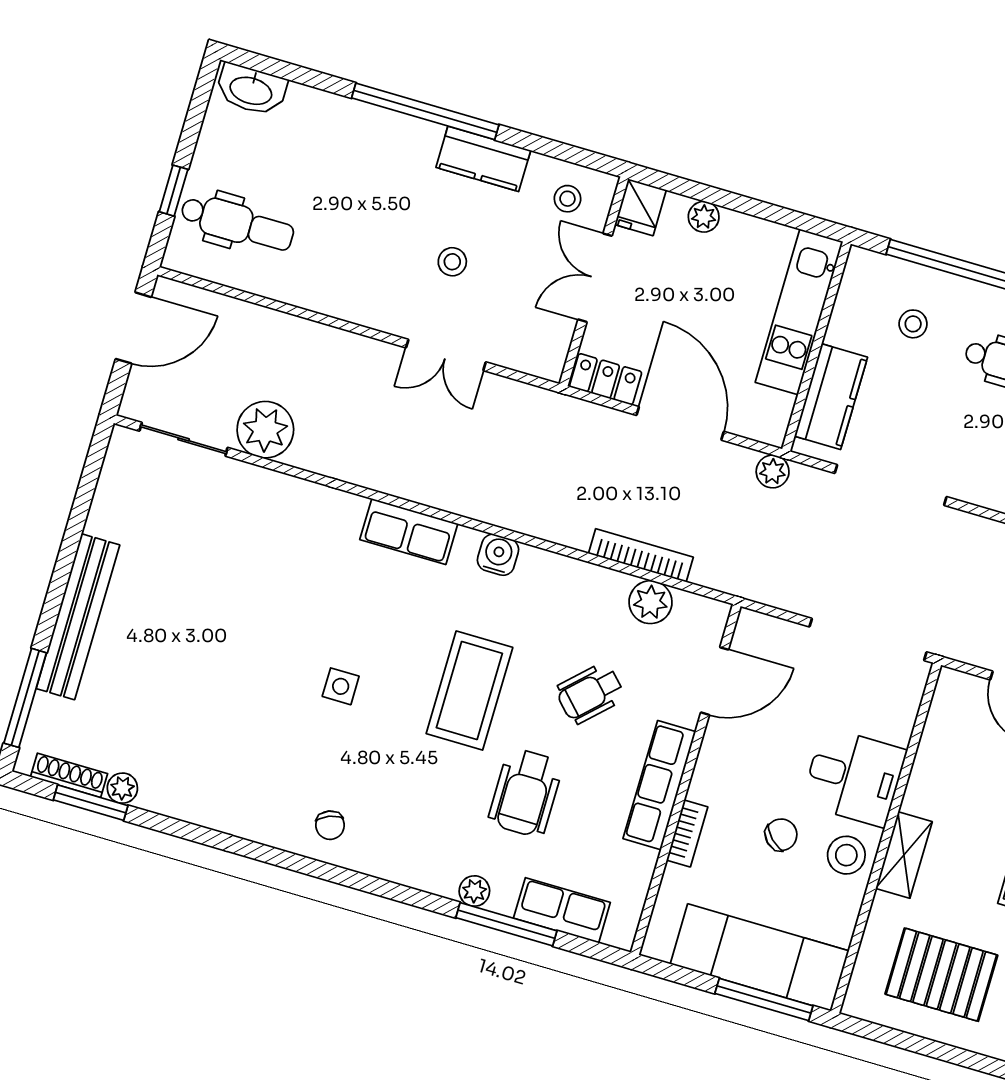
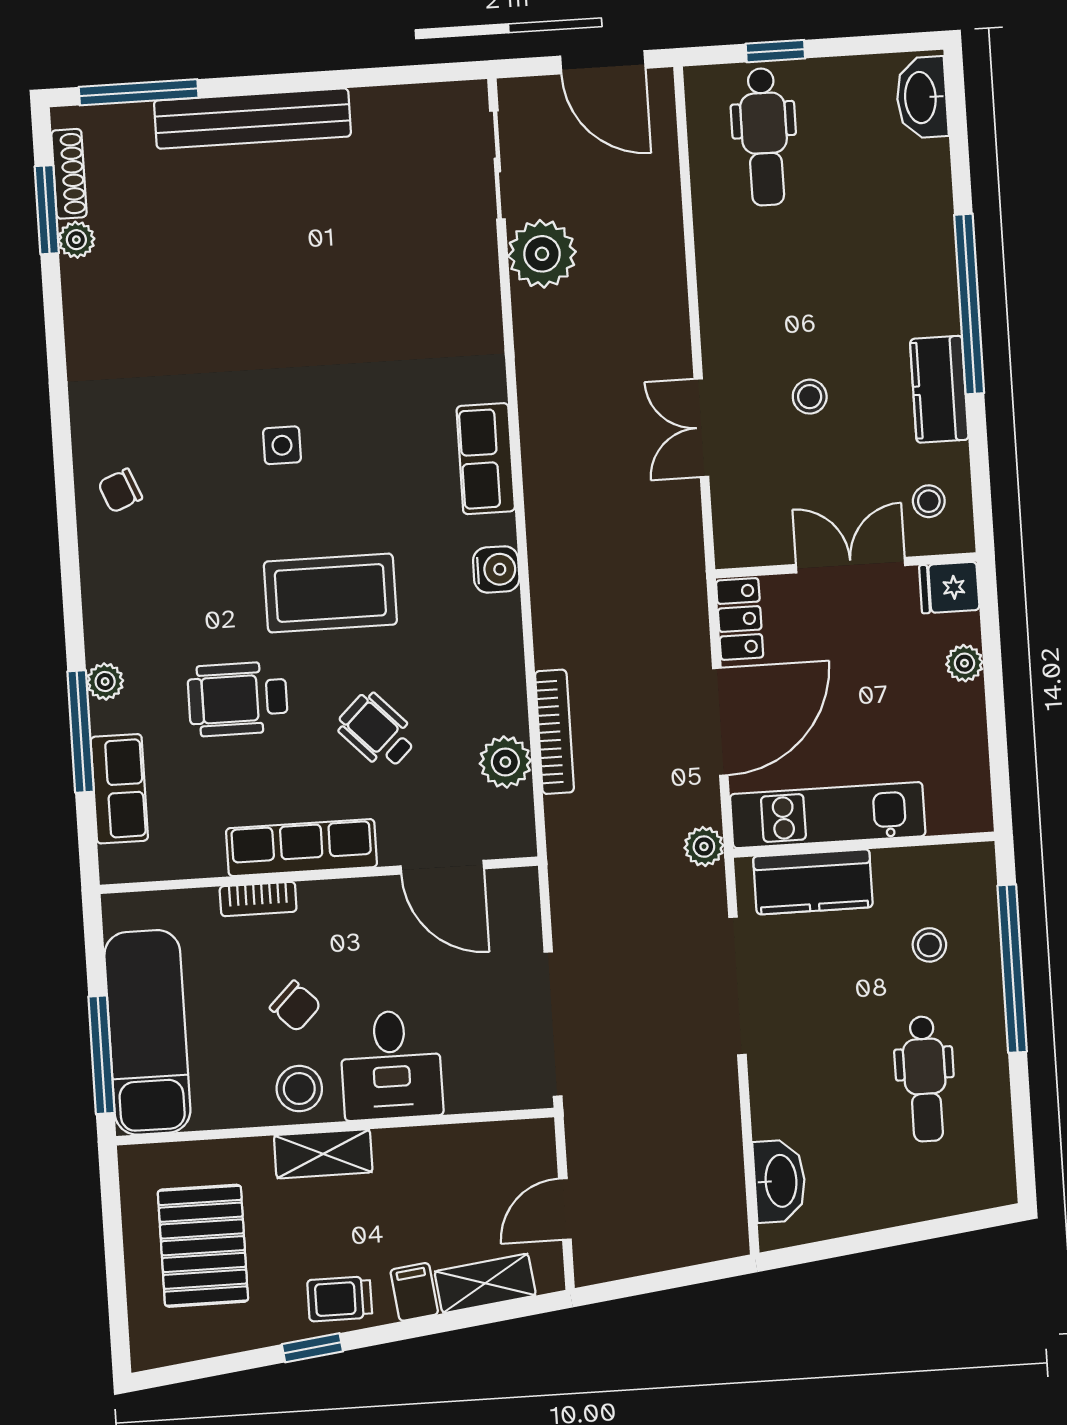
kitchen unit: (799, 312) -> (828, 815), moved

